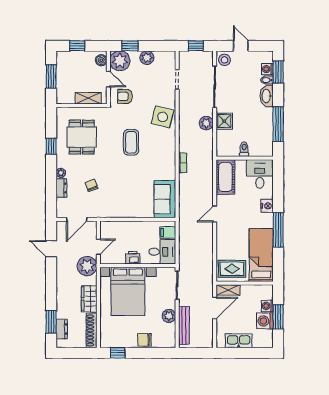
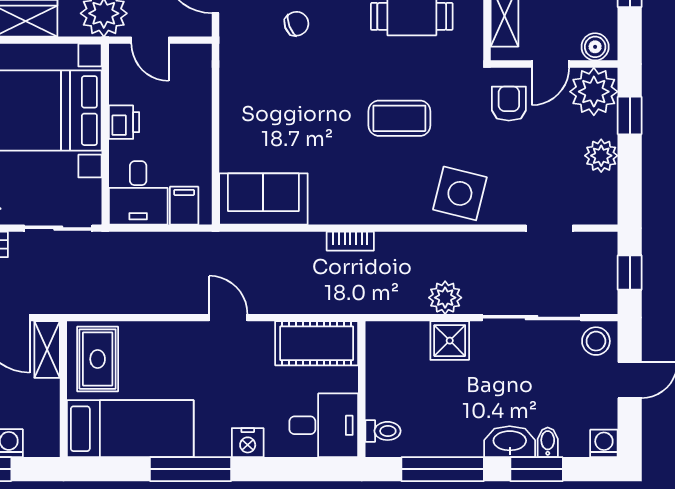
washing machine: (267, 69) -> (604, 443), moved
window: (278, 72) -> (537, 469), moved
toilet: (244, 149) -> (383, 431), moved

